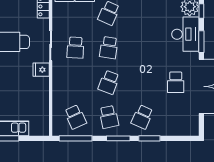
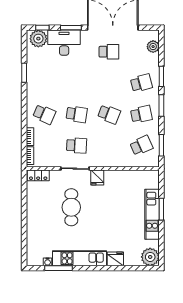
school desk: (142, 117) -> (141, 83), turned -39
plant: (181, 129) -> (153, 47), added
window: (76, 138) -> (161, 145), width x0.69

